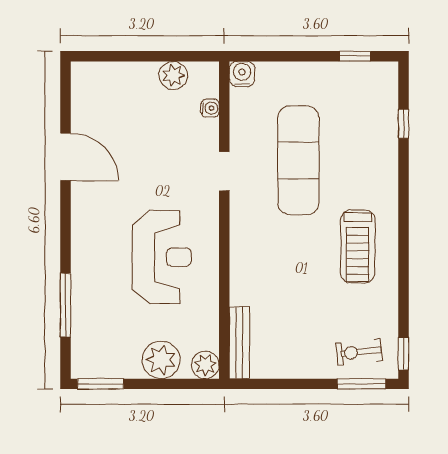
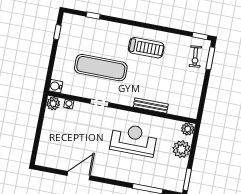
plant: (173, 75) -> (53, 104), moved
bench: (239, 343) -> (151, 106), moved

